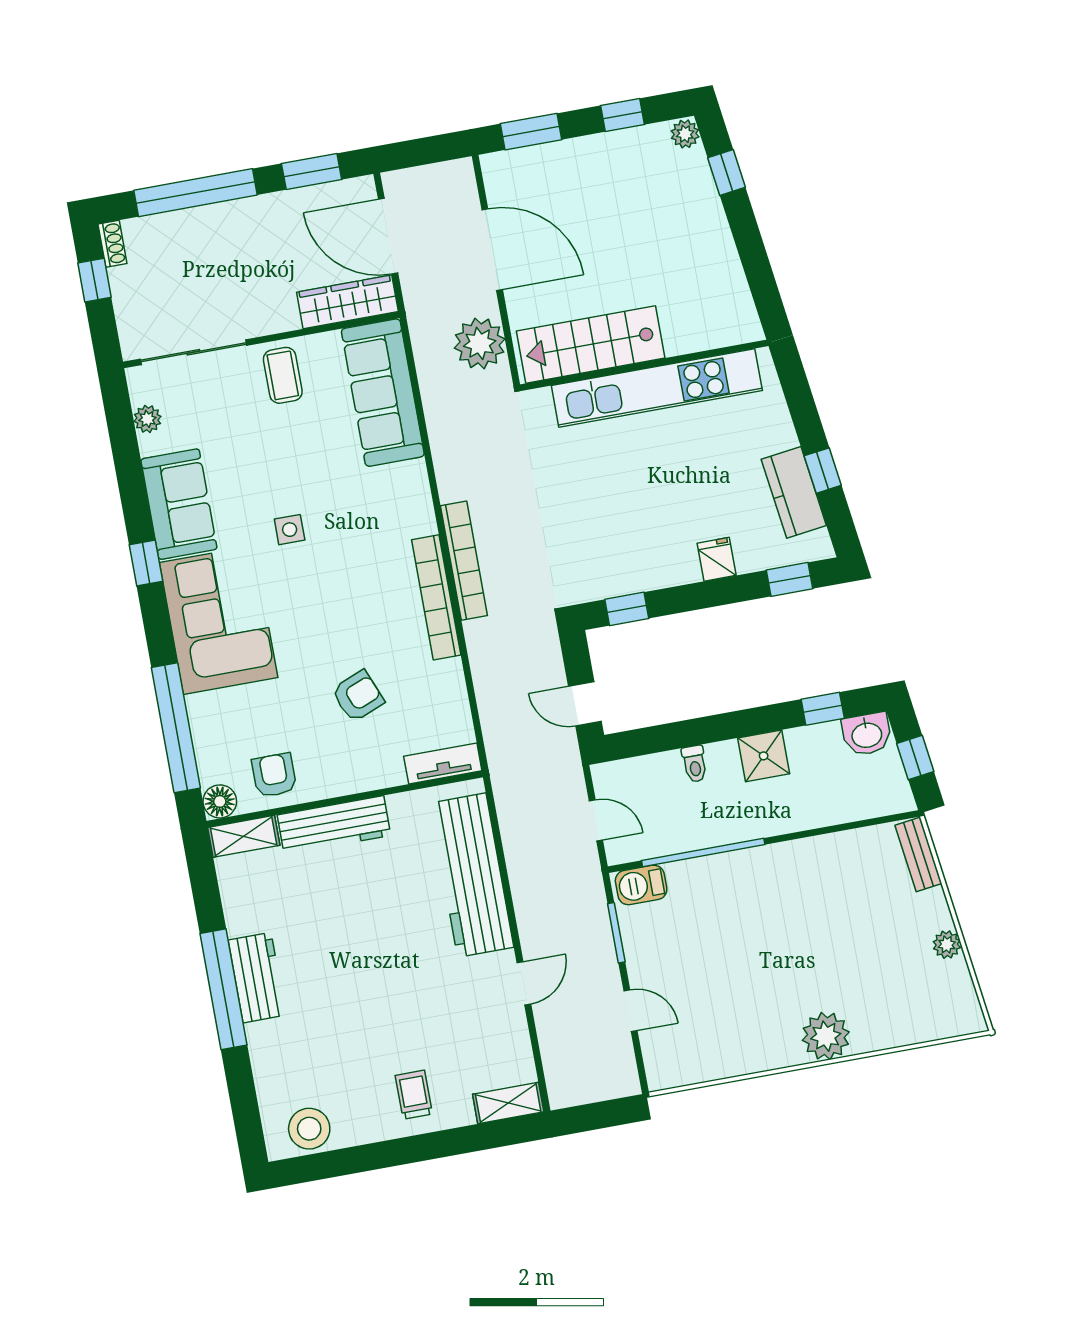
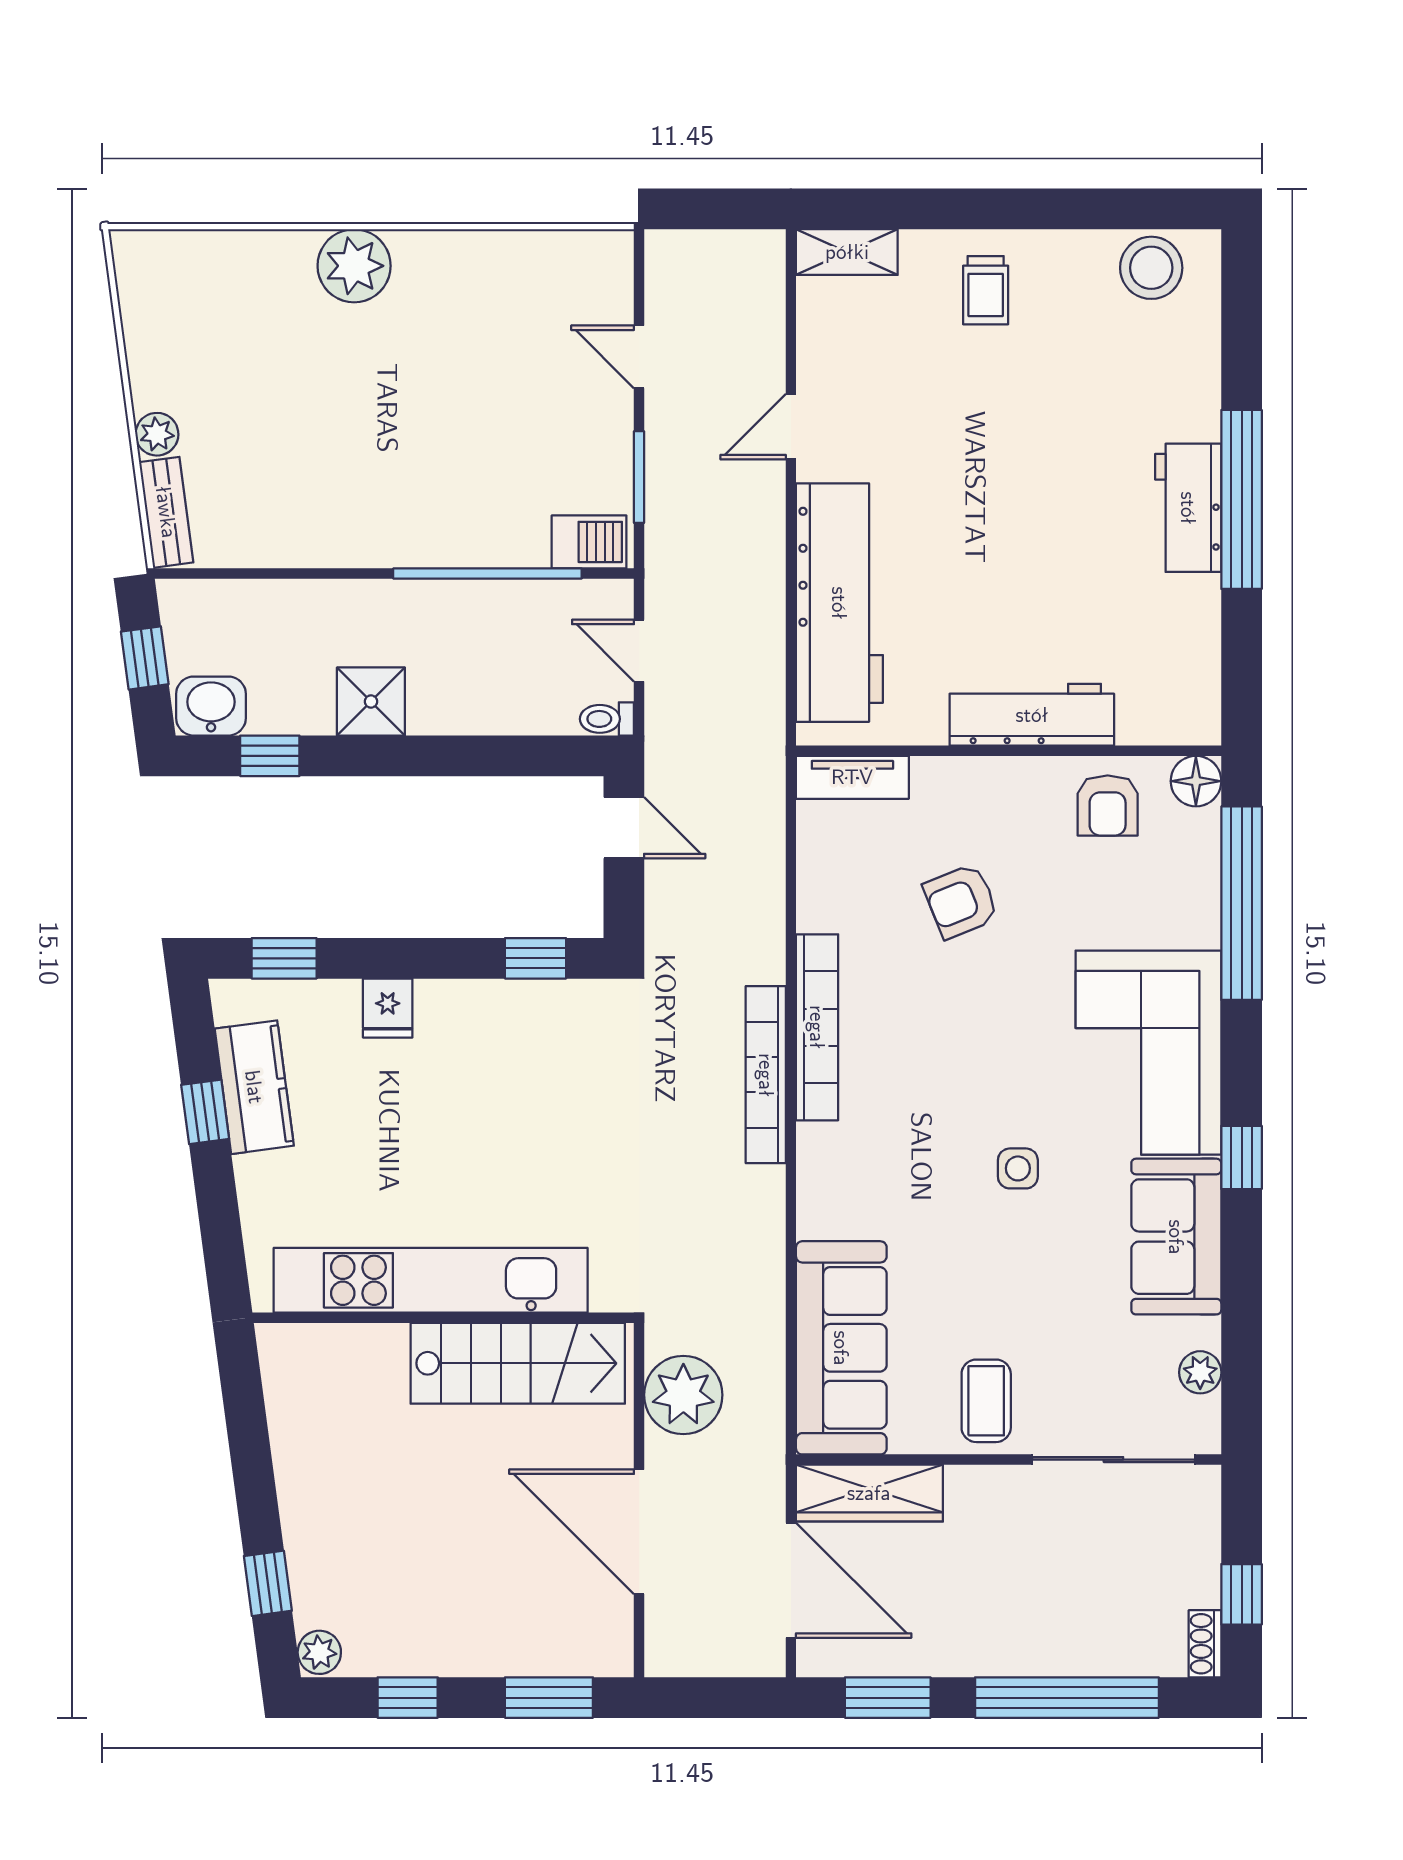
toilet: (695, 764) -> (607, 719), moved, turned -90
shelving: (244, 836) -> (1170, 722), removed
plant: (947, 945) -> (157, 434), moved

